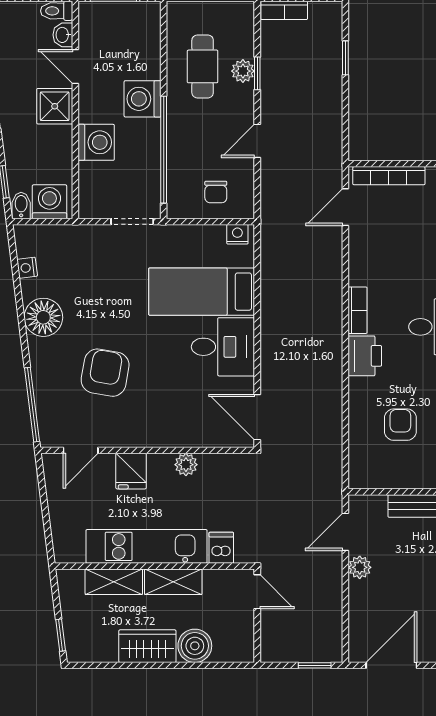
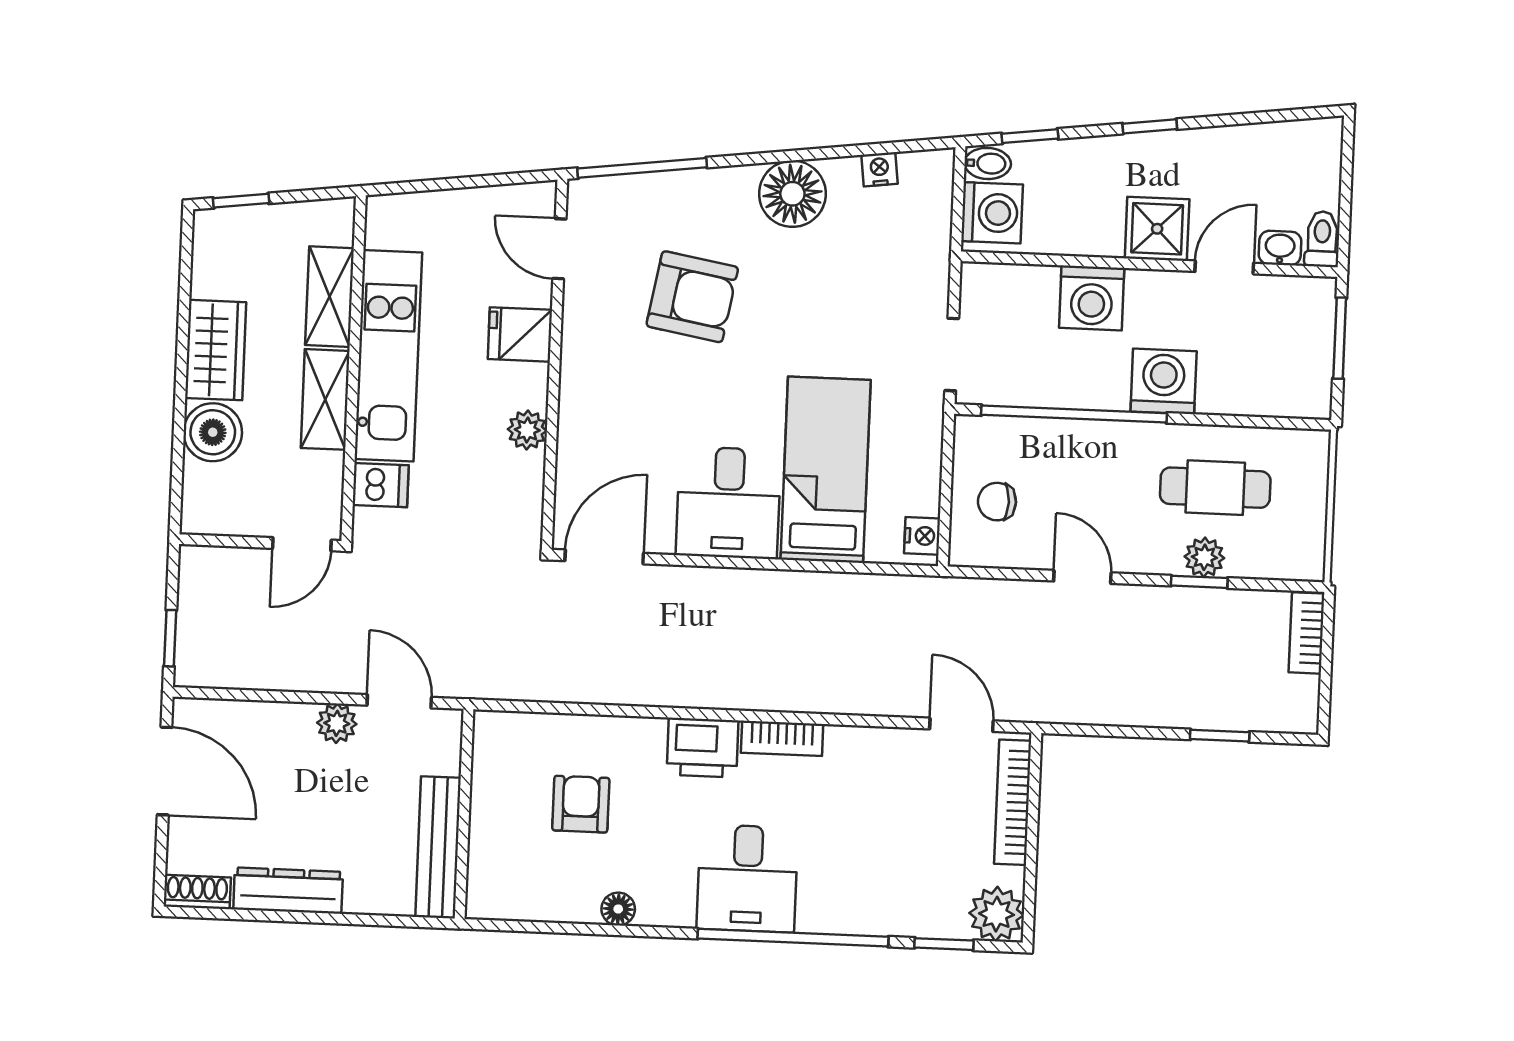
armchair: (400, 425) -> (581, 804), turned -90

